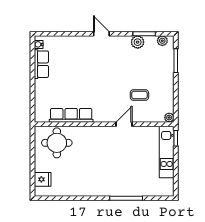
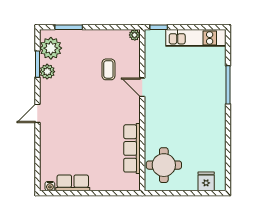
plant: (162, 41) -> (51, 48), width x1.87, depth x1.87
kitchen unit: (167, 152) -> (196, 38), moved

